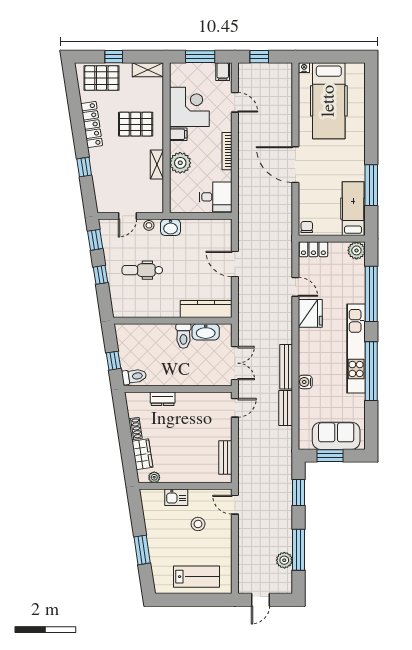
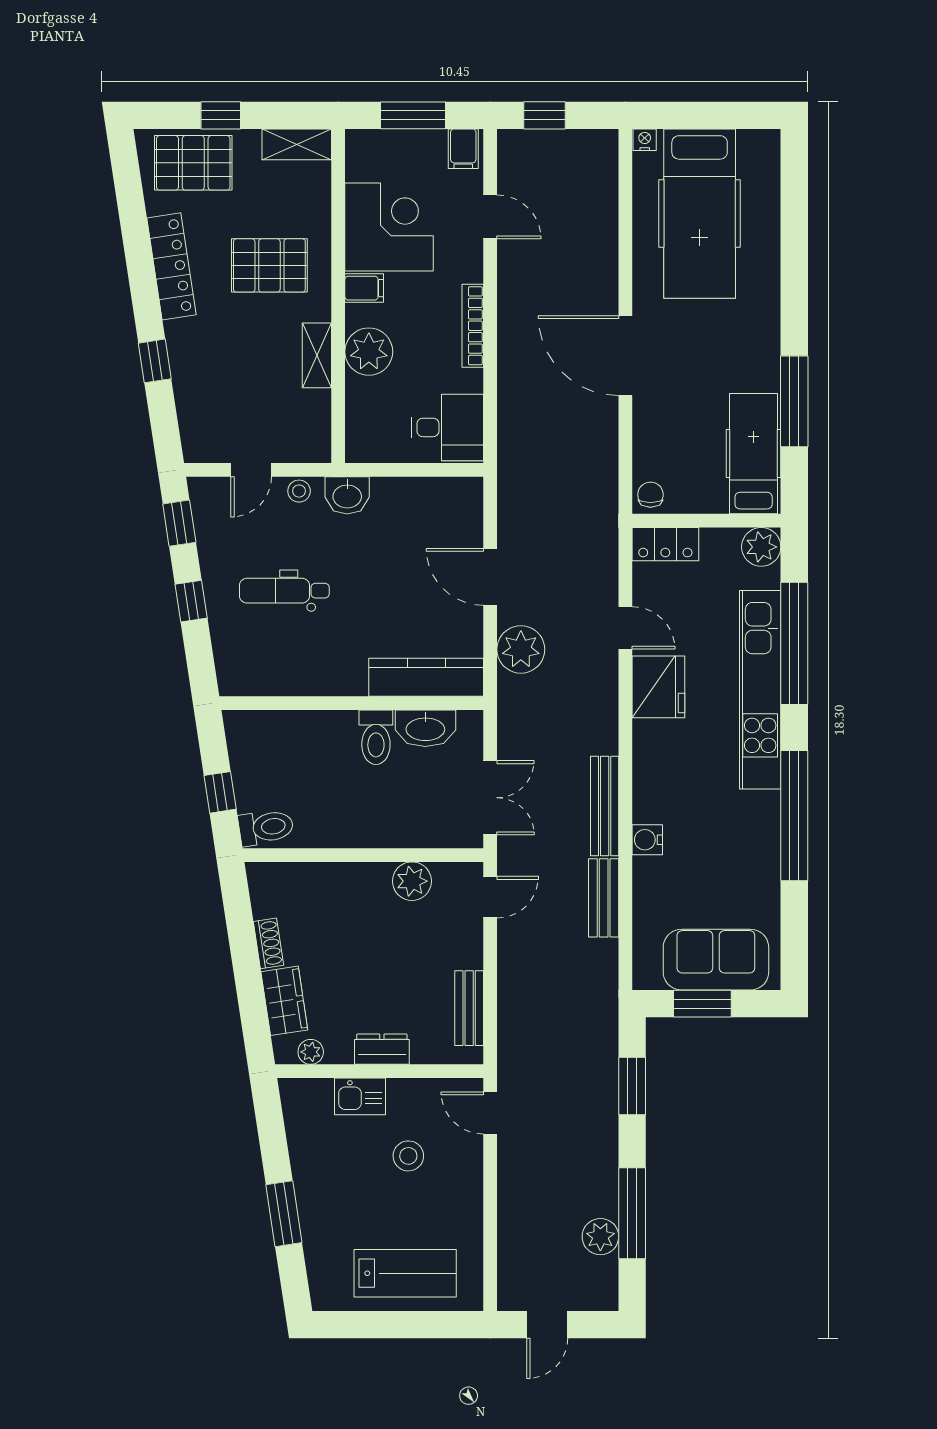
plant: (249, 297) -> (521, 649), added
kitchen unit: (356, 348) -> (760, 690), moved
dresser: (163, 399) -> (382, 1049), moved, turned 180
plant: (200, 401) -> (412, 881), added

